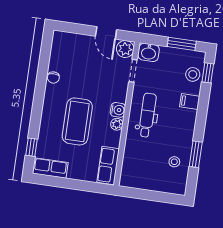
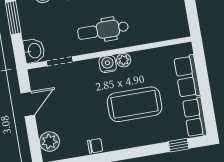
plant: (125, 49) -> (49, 142), moved
row of seats: (108, 165) -> (187, 76), moved, turned 90

